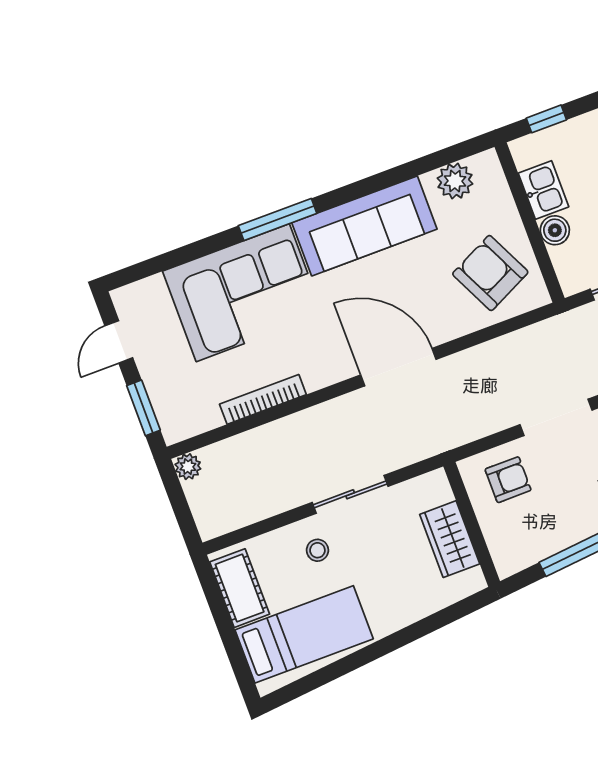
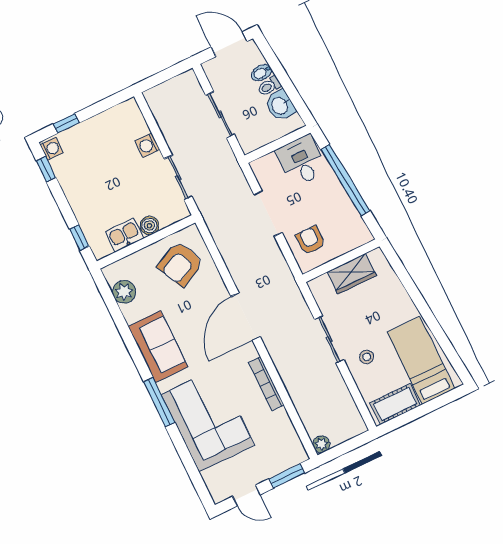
sofa: (364, 226) -> (158, 347), width x0.73
bookcase: (263, 399) -> (266, 384), moved

